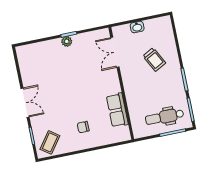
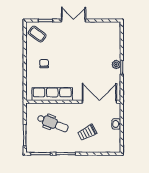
double door: (115, 52) -> (99, 102), width x1.37
double door: (25, 103) -> (74, 21), swing flipped
row of seats: (117, 110) -> (52, 94), width x1.48
dental chair: (165, 117) -> (53, 123), moved, turned 112

